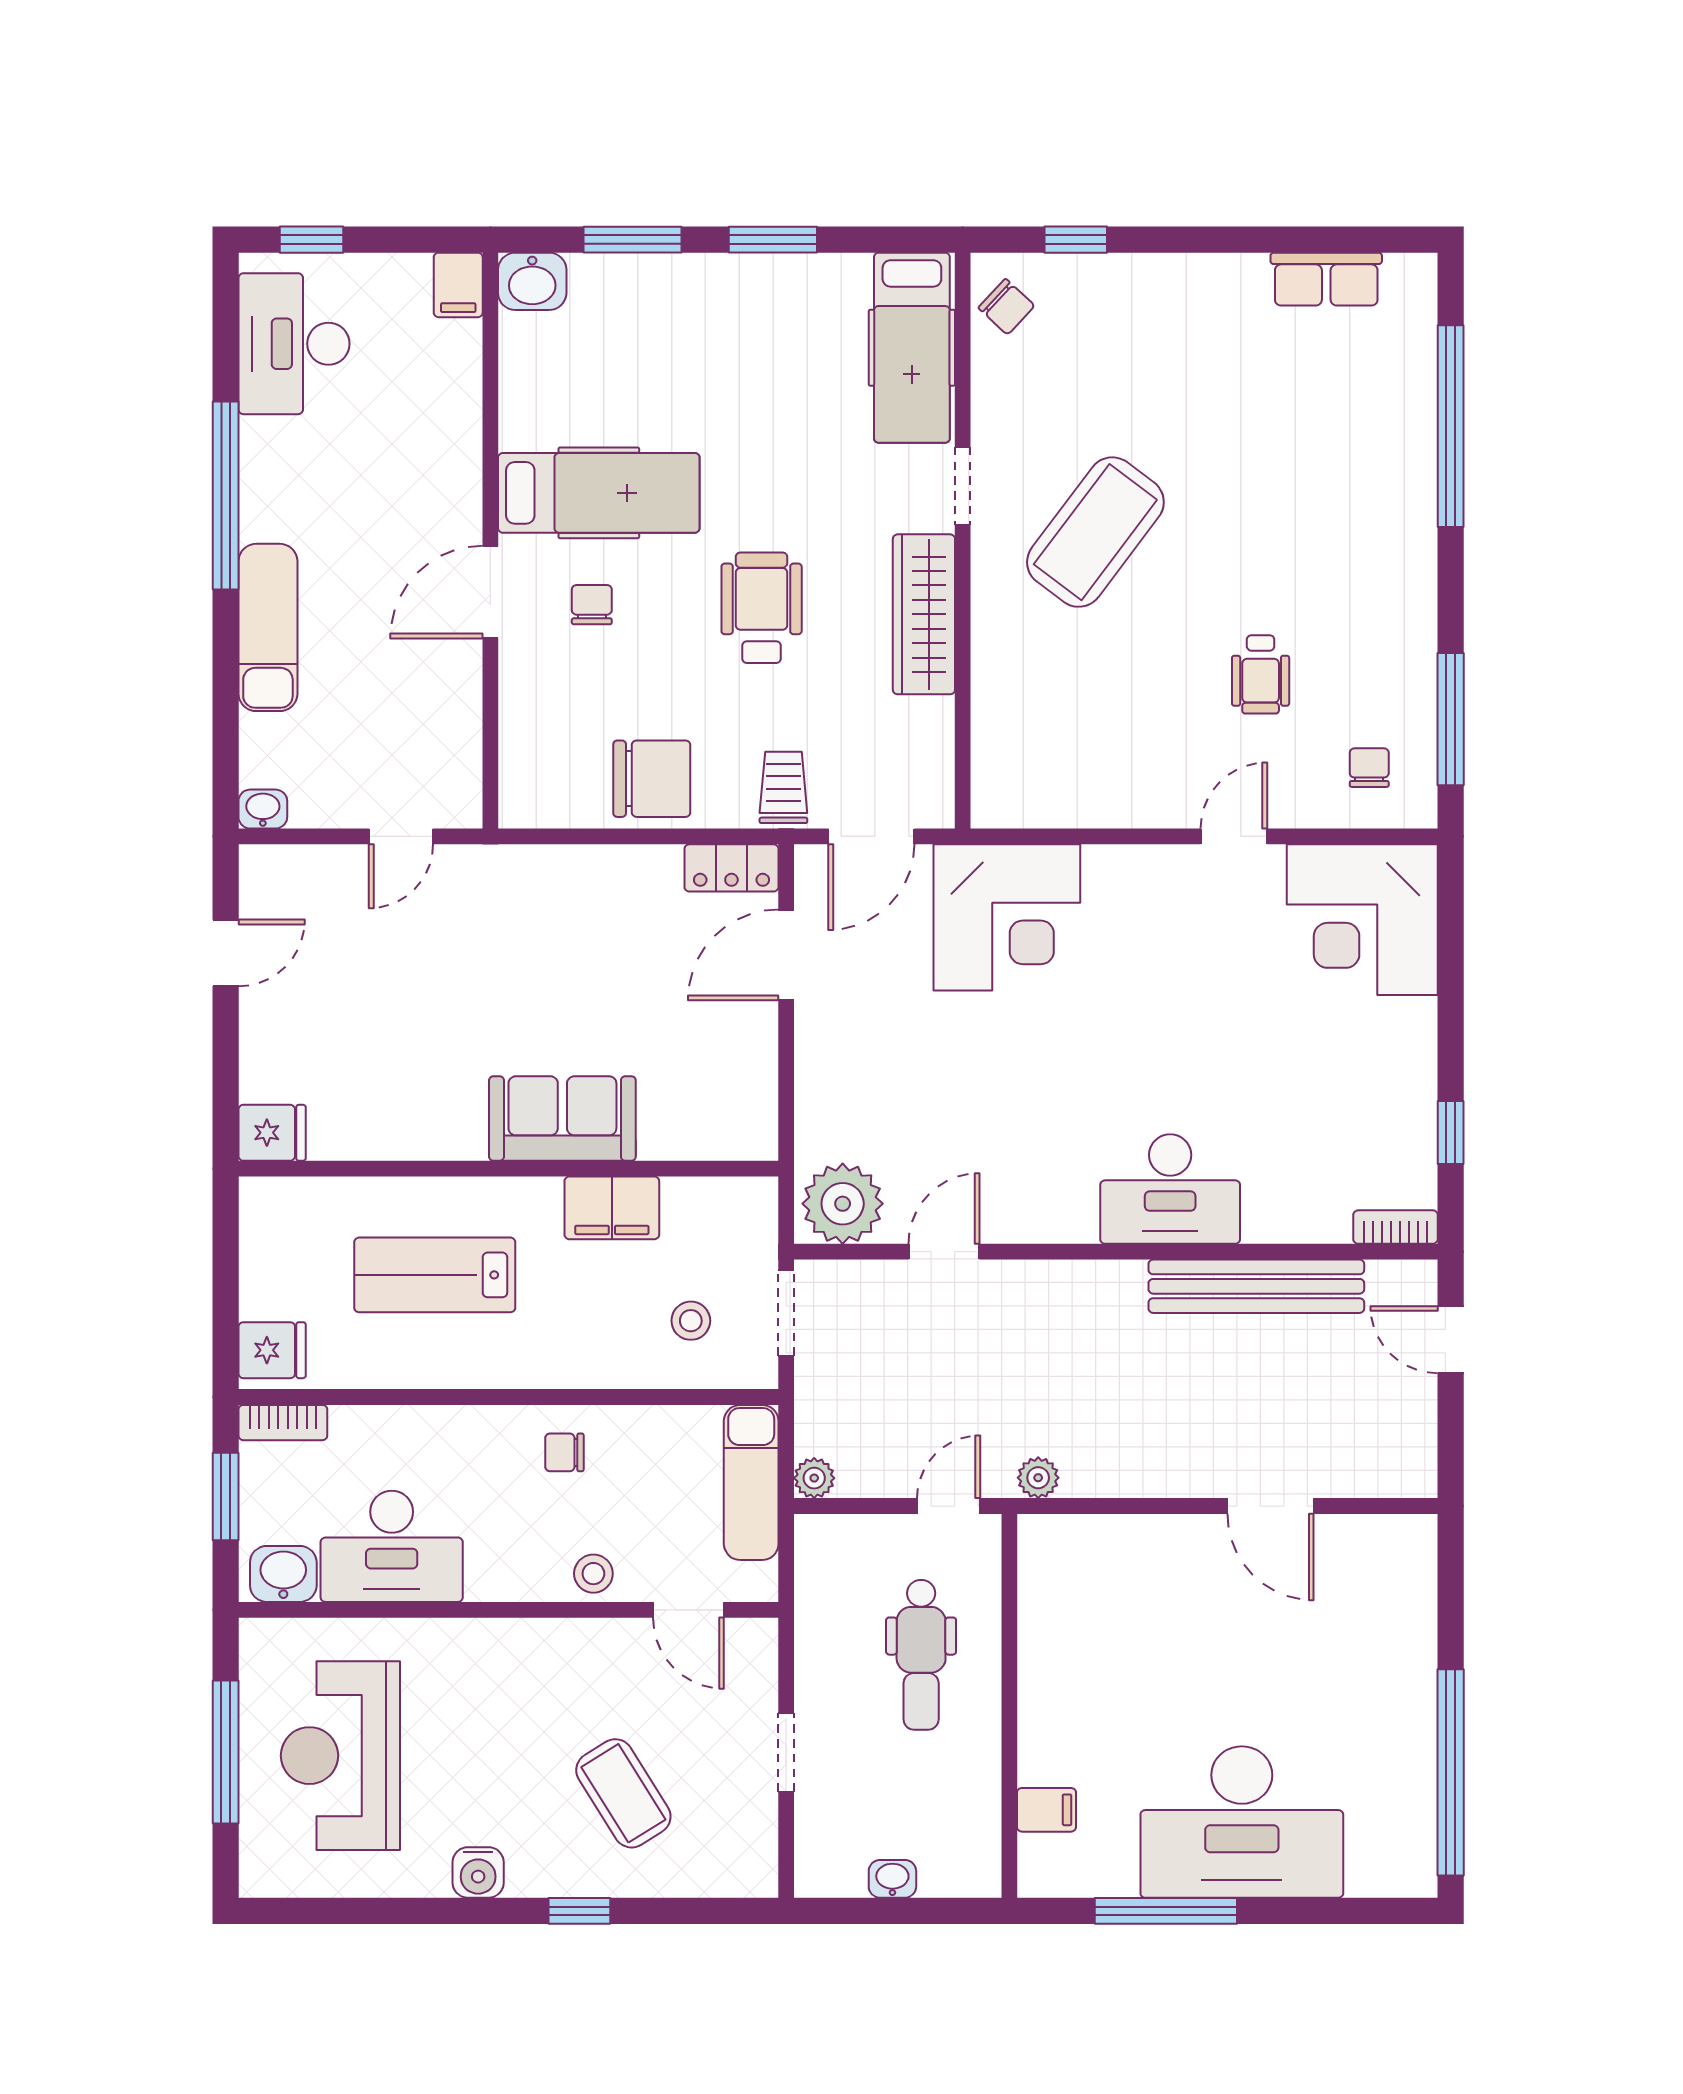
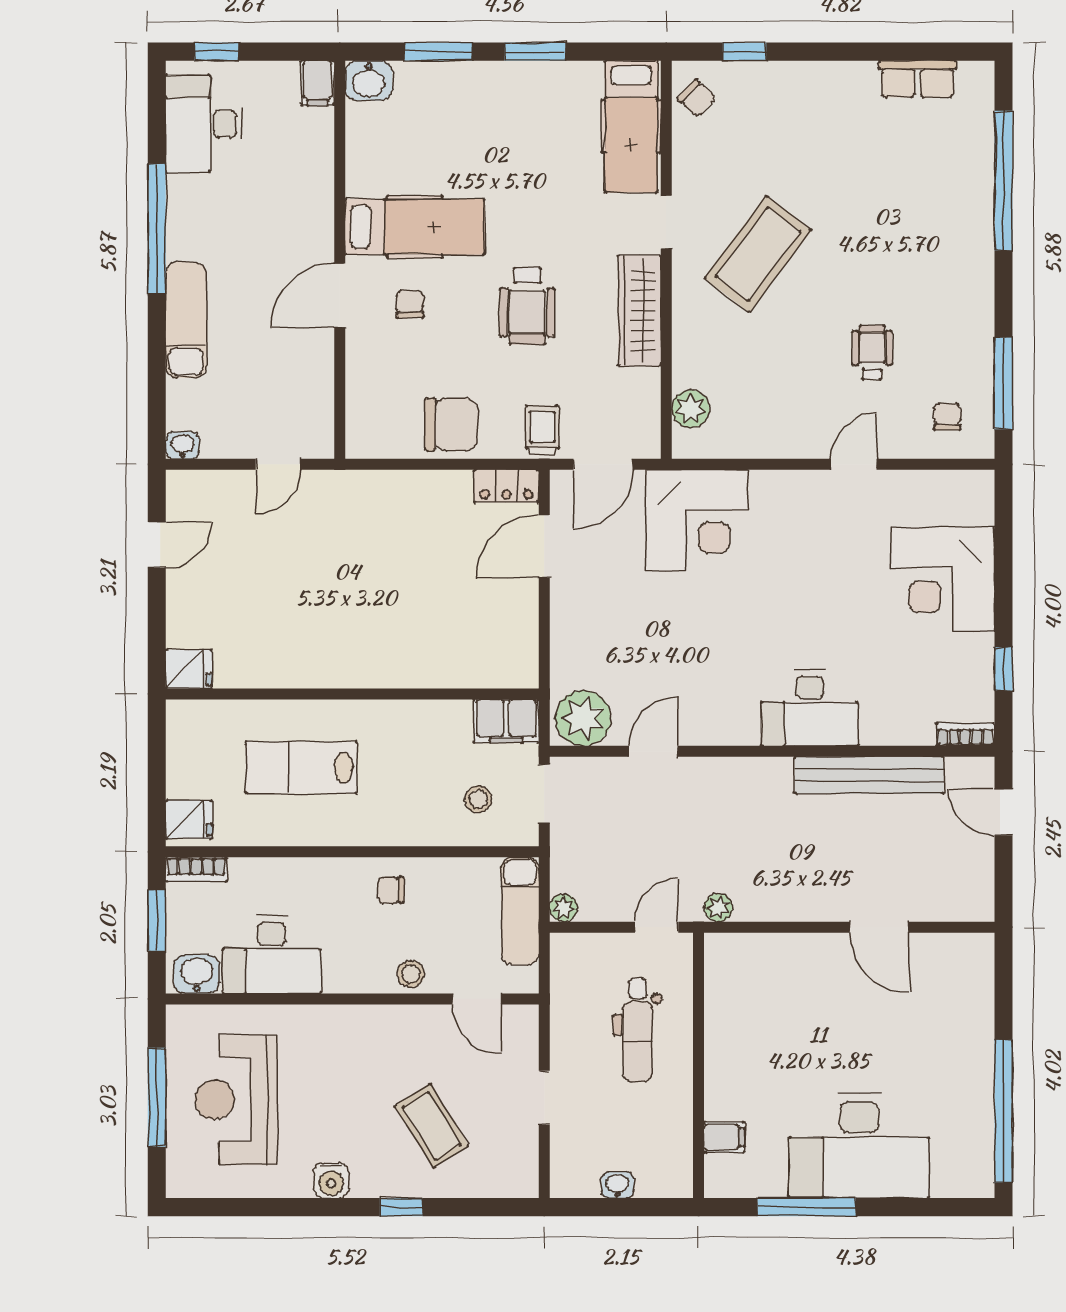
wheelchair: (762, 608) -> (527, 306), turned 180
wheelchair: (1261, 674) -> (872, 352), turned 180
plant: (998, 756) -> (690, 409), added
corner desk: (1362, 920) -> (942, 579), moved
sofa: (562, 1118) -> (390, 659), removed
filing cabinet: (612, 1208) -> (506, 721), moved

